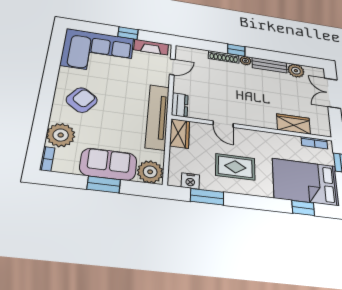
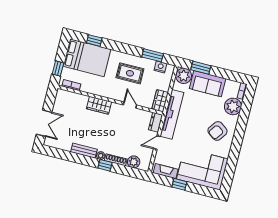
door: (172, 67) -> (157, 143), moved
plant: (296, 71) -> (134, 162), moved
wardrobe: (293, 124) -> (99, 105), moved
window: (104, 185) -> (201, 68), moved

